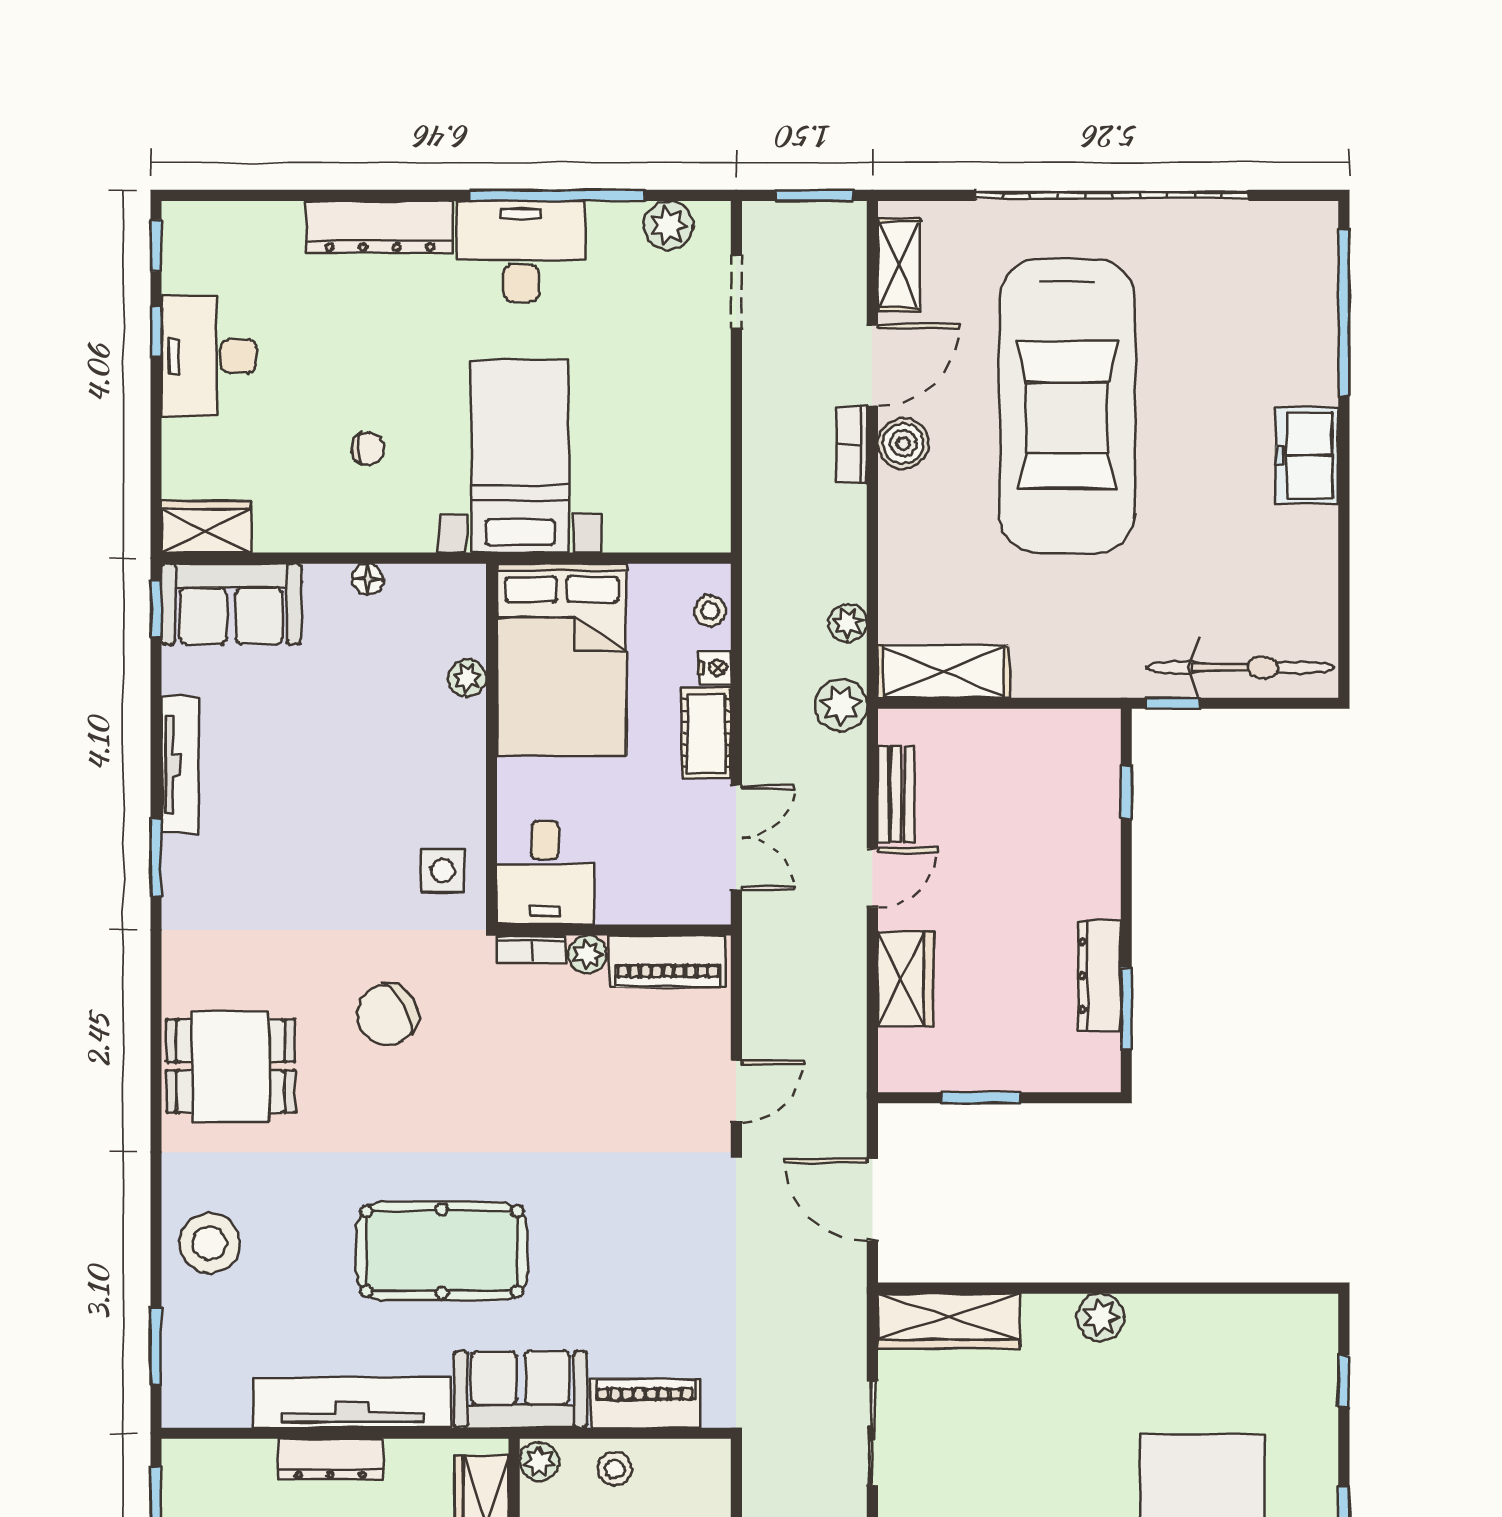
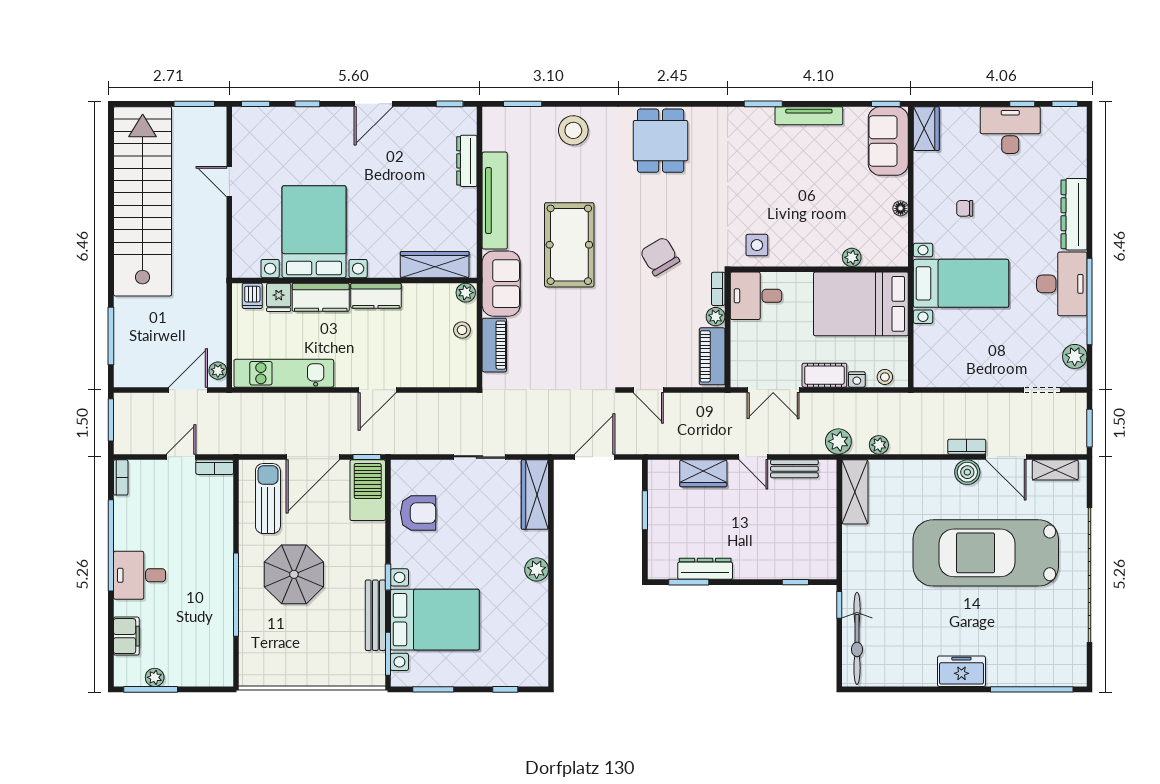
chair: (368, 449) -> (965, 208), turned 90
chair: (387, 1015) -> (660, 256), moved
dresser: (330, 1459) -> (467, 161), moved

